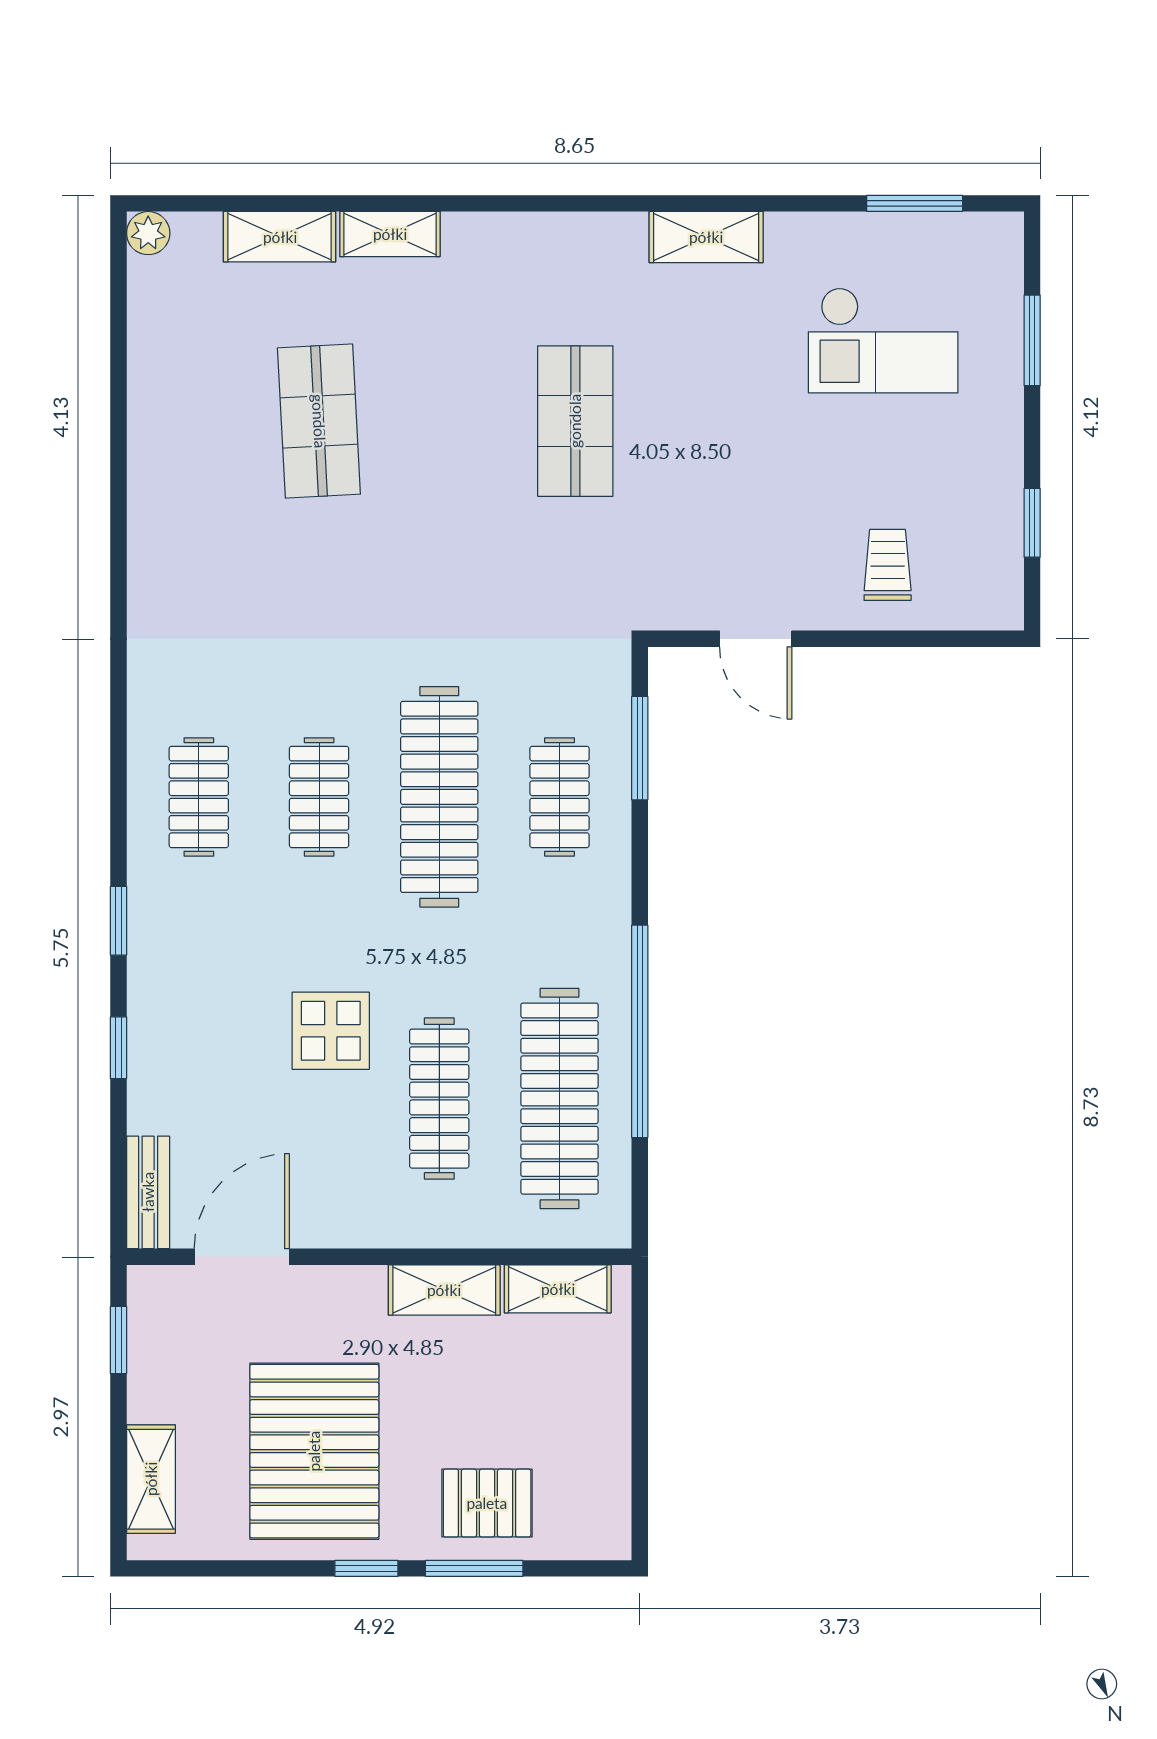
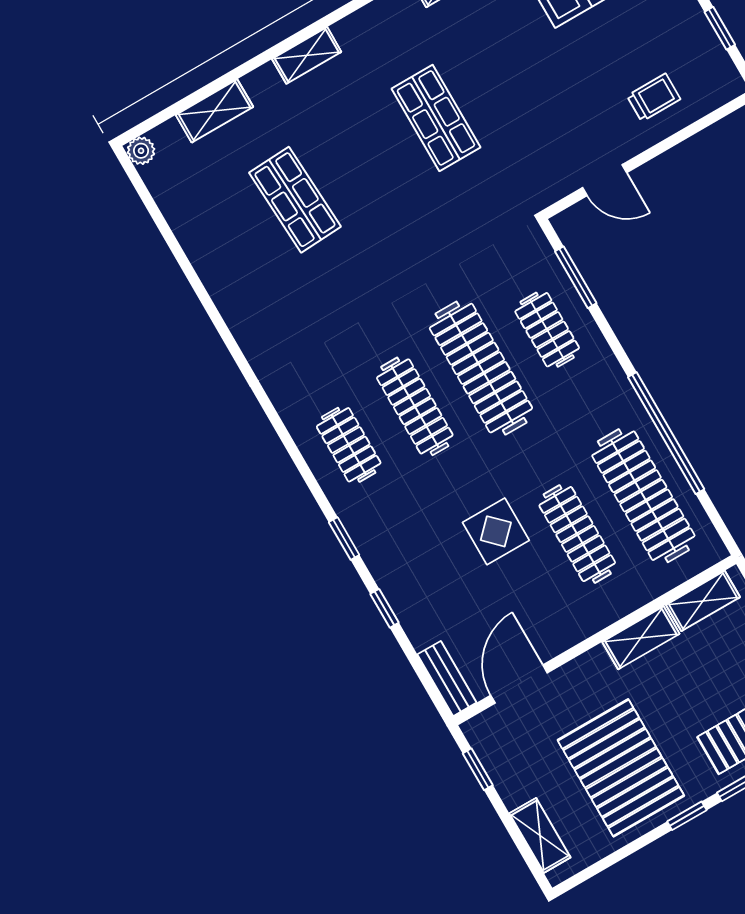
shelving: (390, 234) -> (307, 55), moved
trolley: (888, 565) -> (654, 97), turned 90
clothes rail: (319, 797) -> (415, 406), width x1.36

